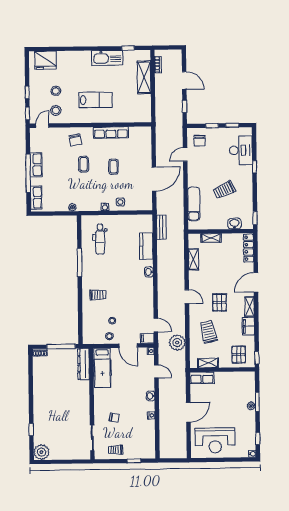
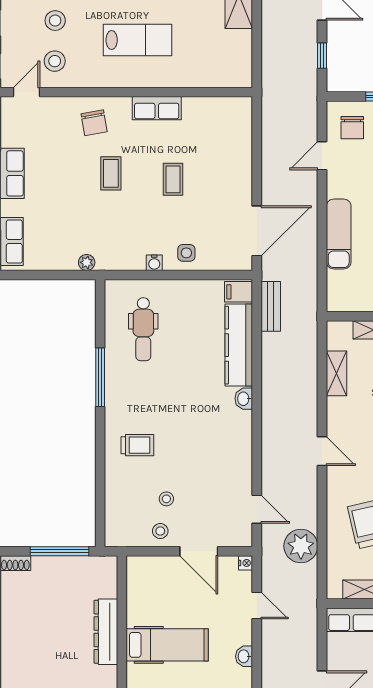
row of seats: (111, 132) -> (157, 108), width x0.68
door: (154, 179) -> (257, 231), moved
exam couch: (194, 204) -> (339, 234), moved
kitchen counter: (146, 246) -> (239, 345), width x1.50
filing cabinet: (147, 338) -> (239, 292), moved
dresser: (84, 364) -> (106, 632), moved
hospital bed: (102, 368) -> (167, 645), moved, turned -90

